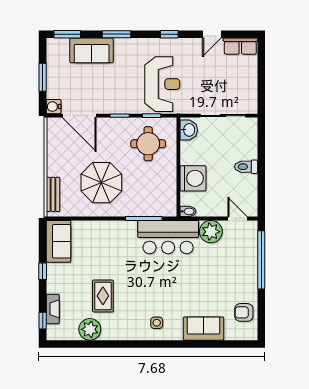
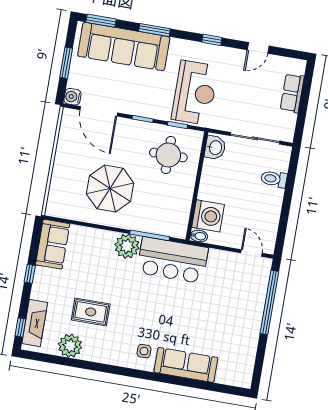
row of seats: (240, 46) -> (292, 93), moved, turned 90
sofa: (92, 50) -> (124, 46), width x1.85, depth x1.27
toilet: (246, 167) -> (274, 179), moved
washing machine: (193, 178) -> (208, 216), moved
bench: (53, 194) -> (55, 192), removed
plant: (211, 232) -> (127, 246), moved
rug: (103, 296) -> (91, 312), turned 90
fireplace: (53, 309) -> (35, 323), width x1.37, depth x1.32
armchair: (244, 312) -> (241, 356), removed
sofa: (203, 329) -> (186, 365), width x1.36

